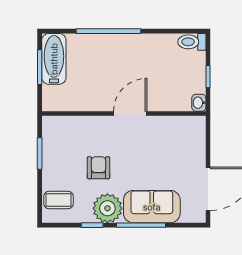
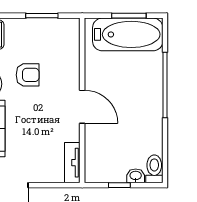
bathtub: (54, 59) -> (128, 34), width x1.36, depth x1.36
washbasin: (199, 103) -> (136, 176), moved
tv unit: (186, 123) -> (72, 163), added

